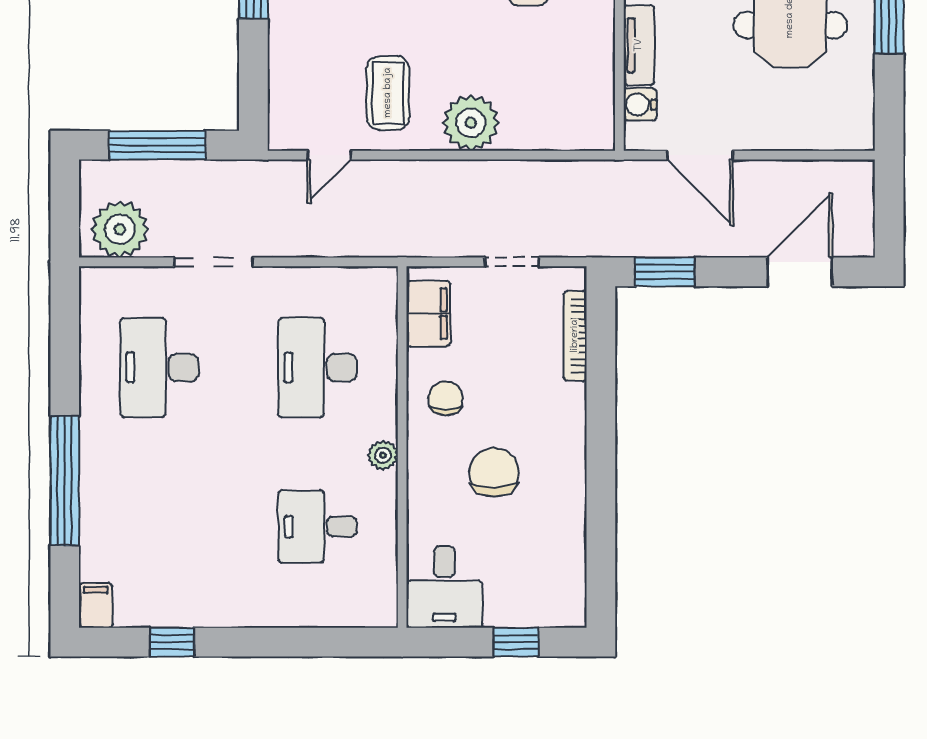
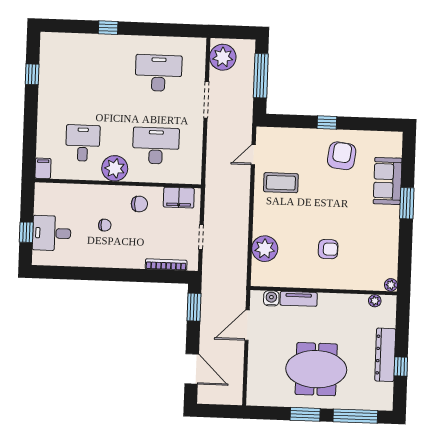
plant: (471, 123) -> (265, 249), moved
door: (329, 155) -> (253, 155), hinge flipped
plant: (383, 455) -> (115, 168), width x1.88, depth x1.88
chair: (494, 472) -> (105, 225), width x0.54, depth x0.54
window: (65, 481) -> (108, 28), width x0.32
desk: (444, 587) -> (52, 233), moved
filing cabinet: (96, 606) -> (43, 168), moved, turned -90

